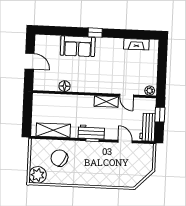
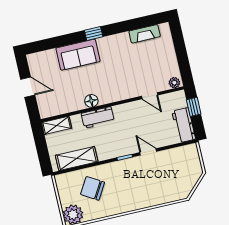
floor lamp: (65, 86) -> (91, 101), moved
shelving: (106, 102) -> (57, 125), moved
workbench: (91, 132) -> (98, 117), moved, turned 180
door: (125, 142) -> (148, 152), moved

